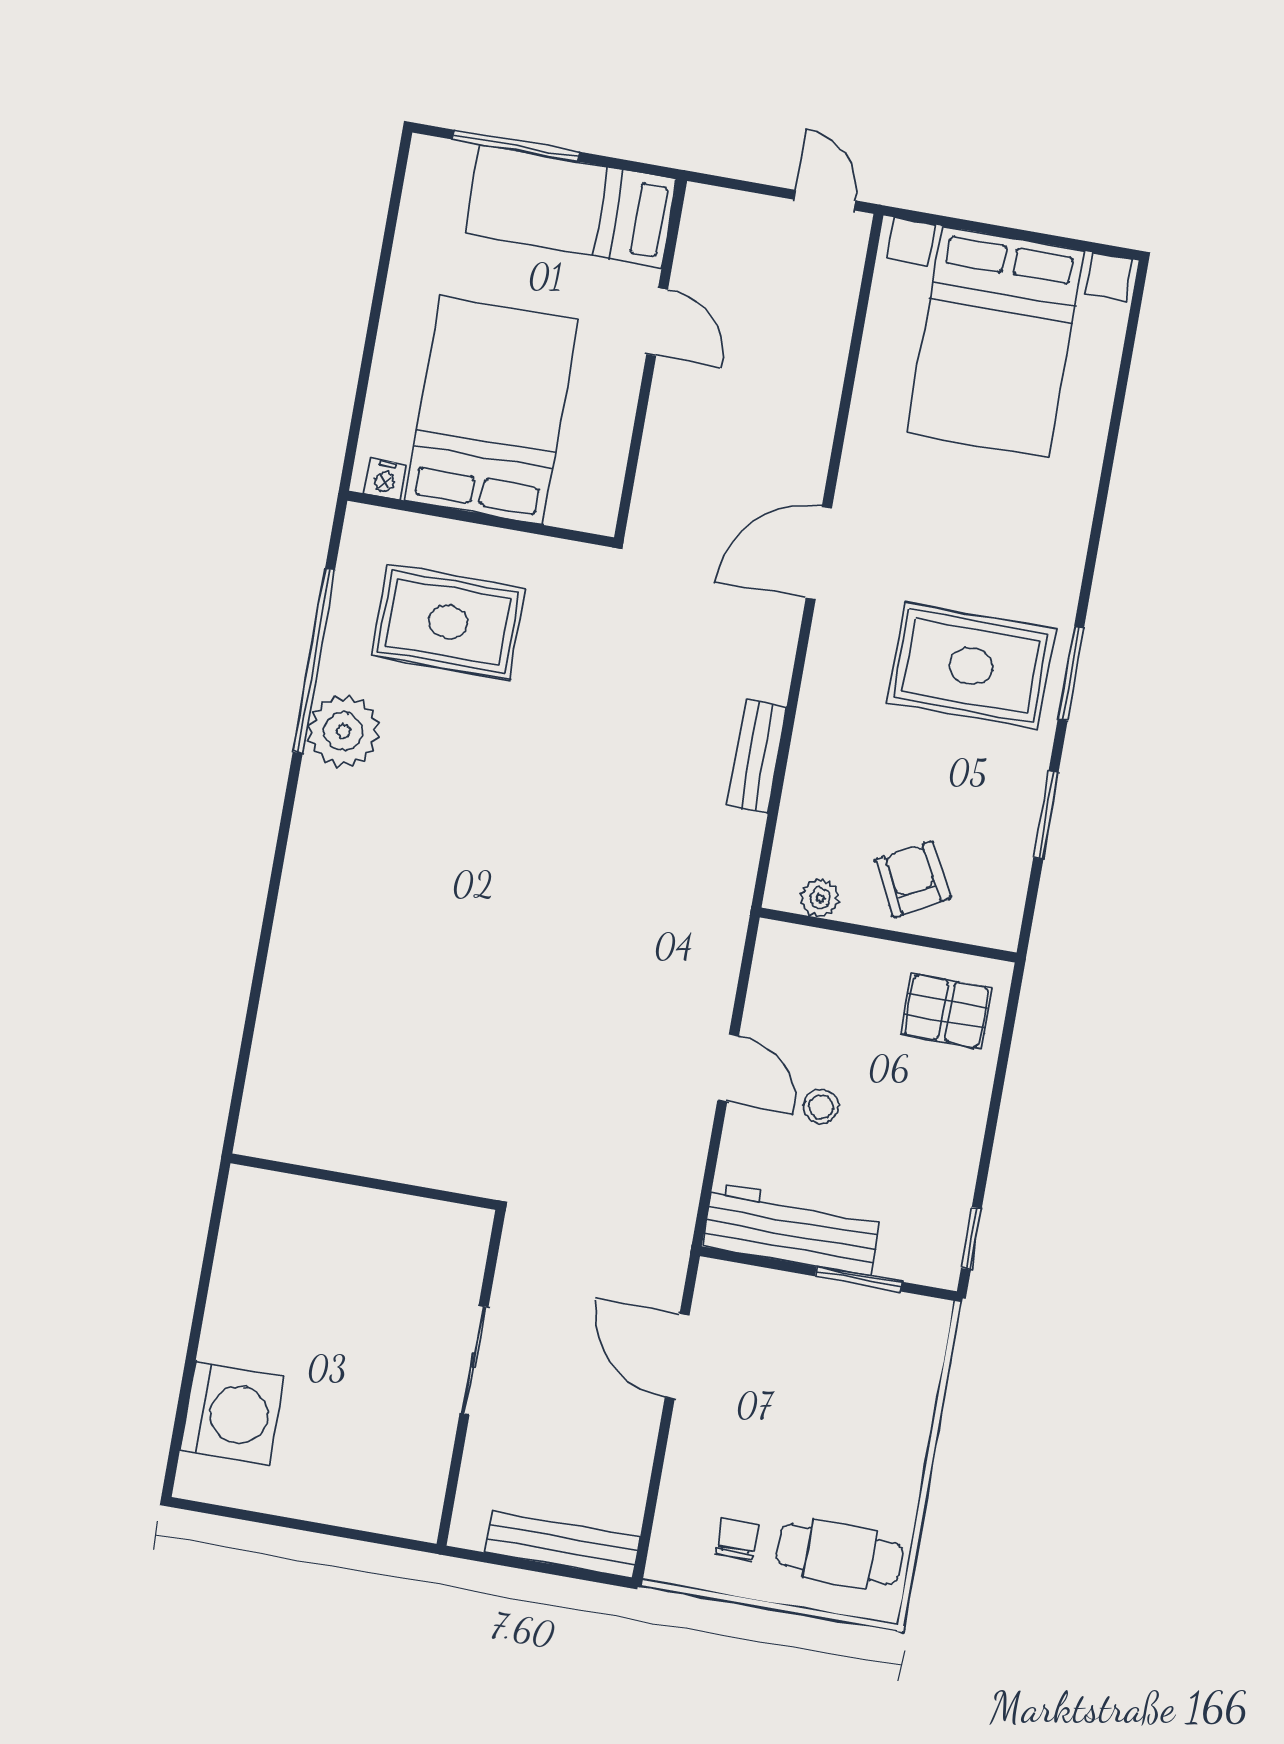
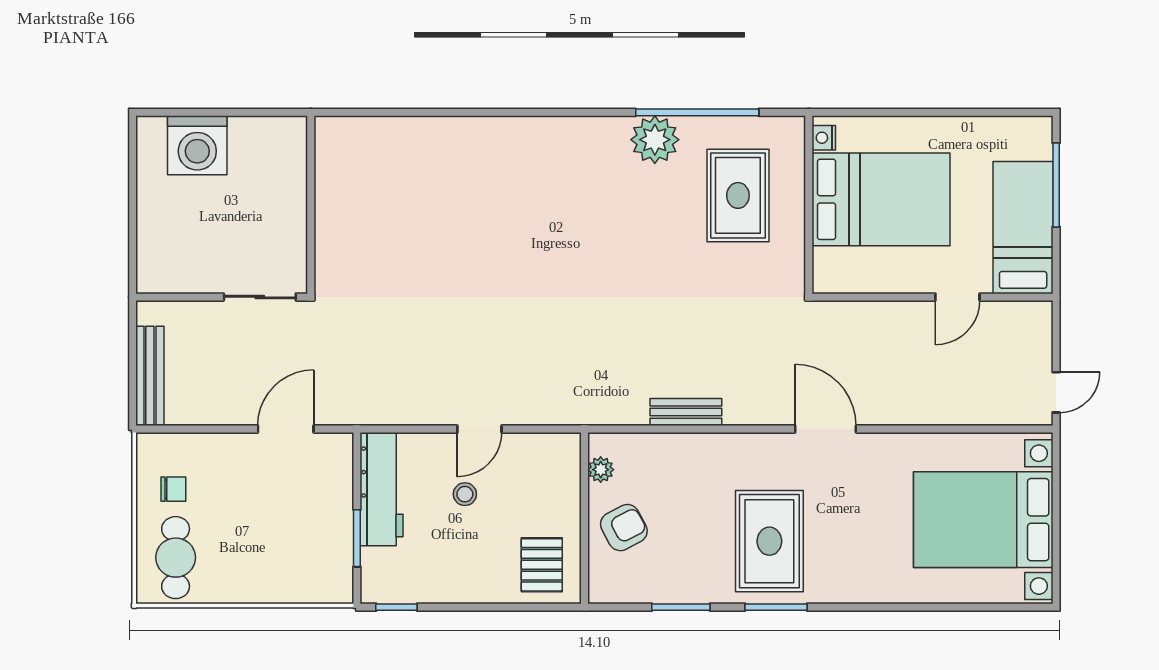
wall: (364, 1182) -> (311, 205), moved

